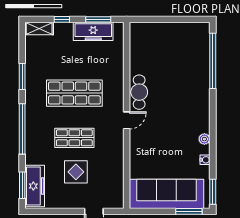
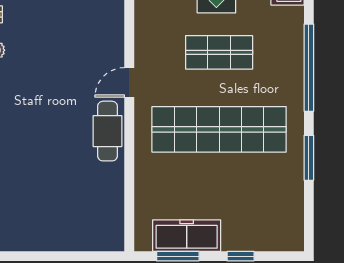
shelving: (39, 29) -> (280, 240), removed
shop shelf: (74, 93) -> (219, 129), width x1.40

